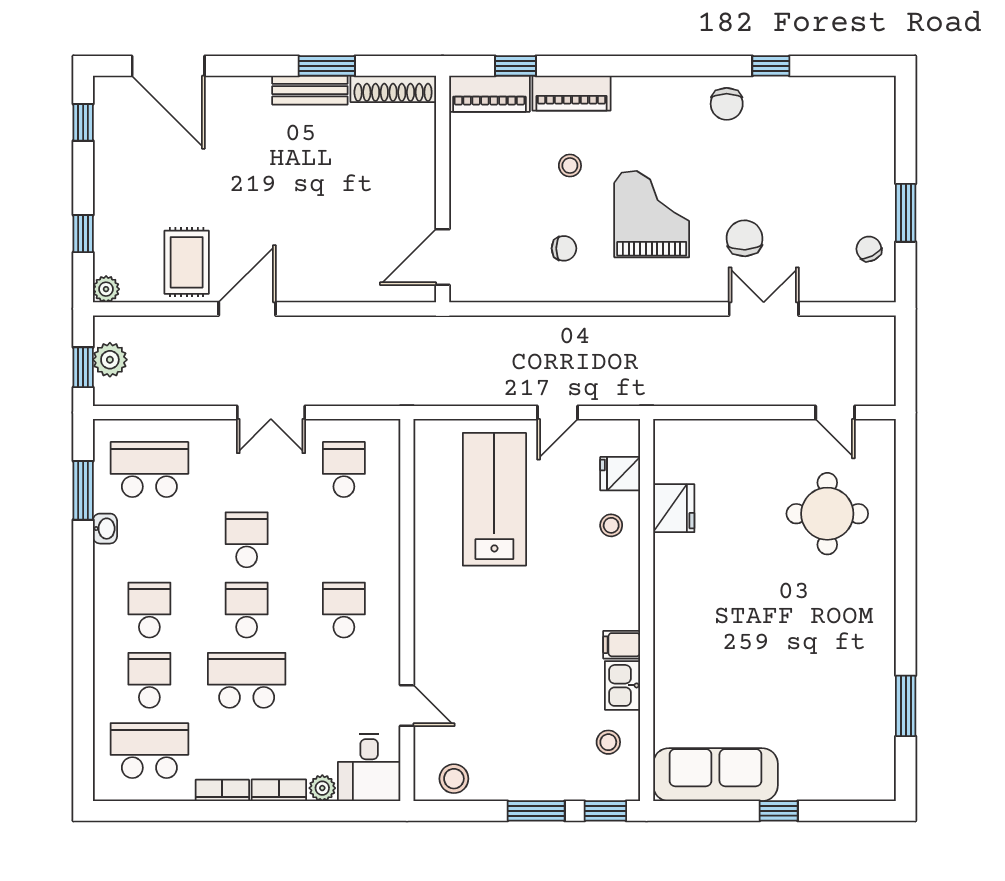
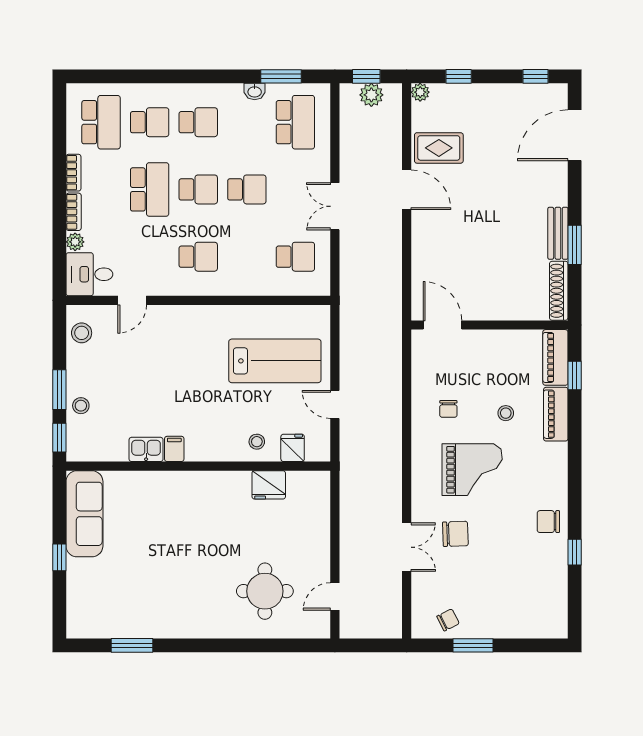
stool: (608, 742) -> (81, 406), moved

